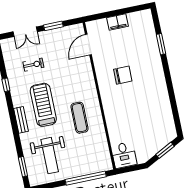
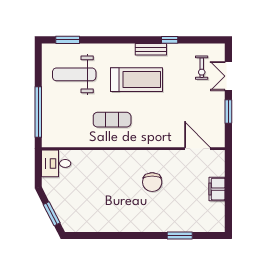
exercise bike: (33, 65) -> (202, 68), moved
bench: (21, 120) -> (151, 49), moved

